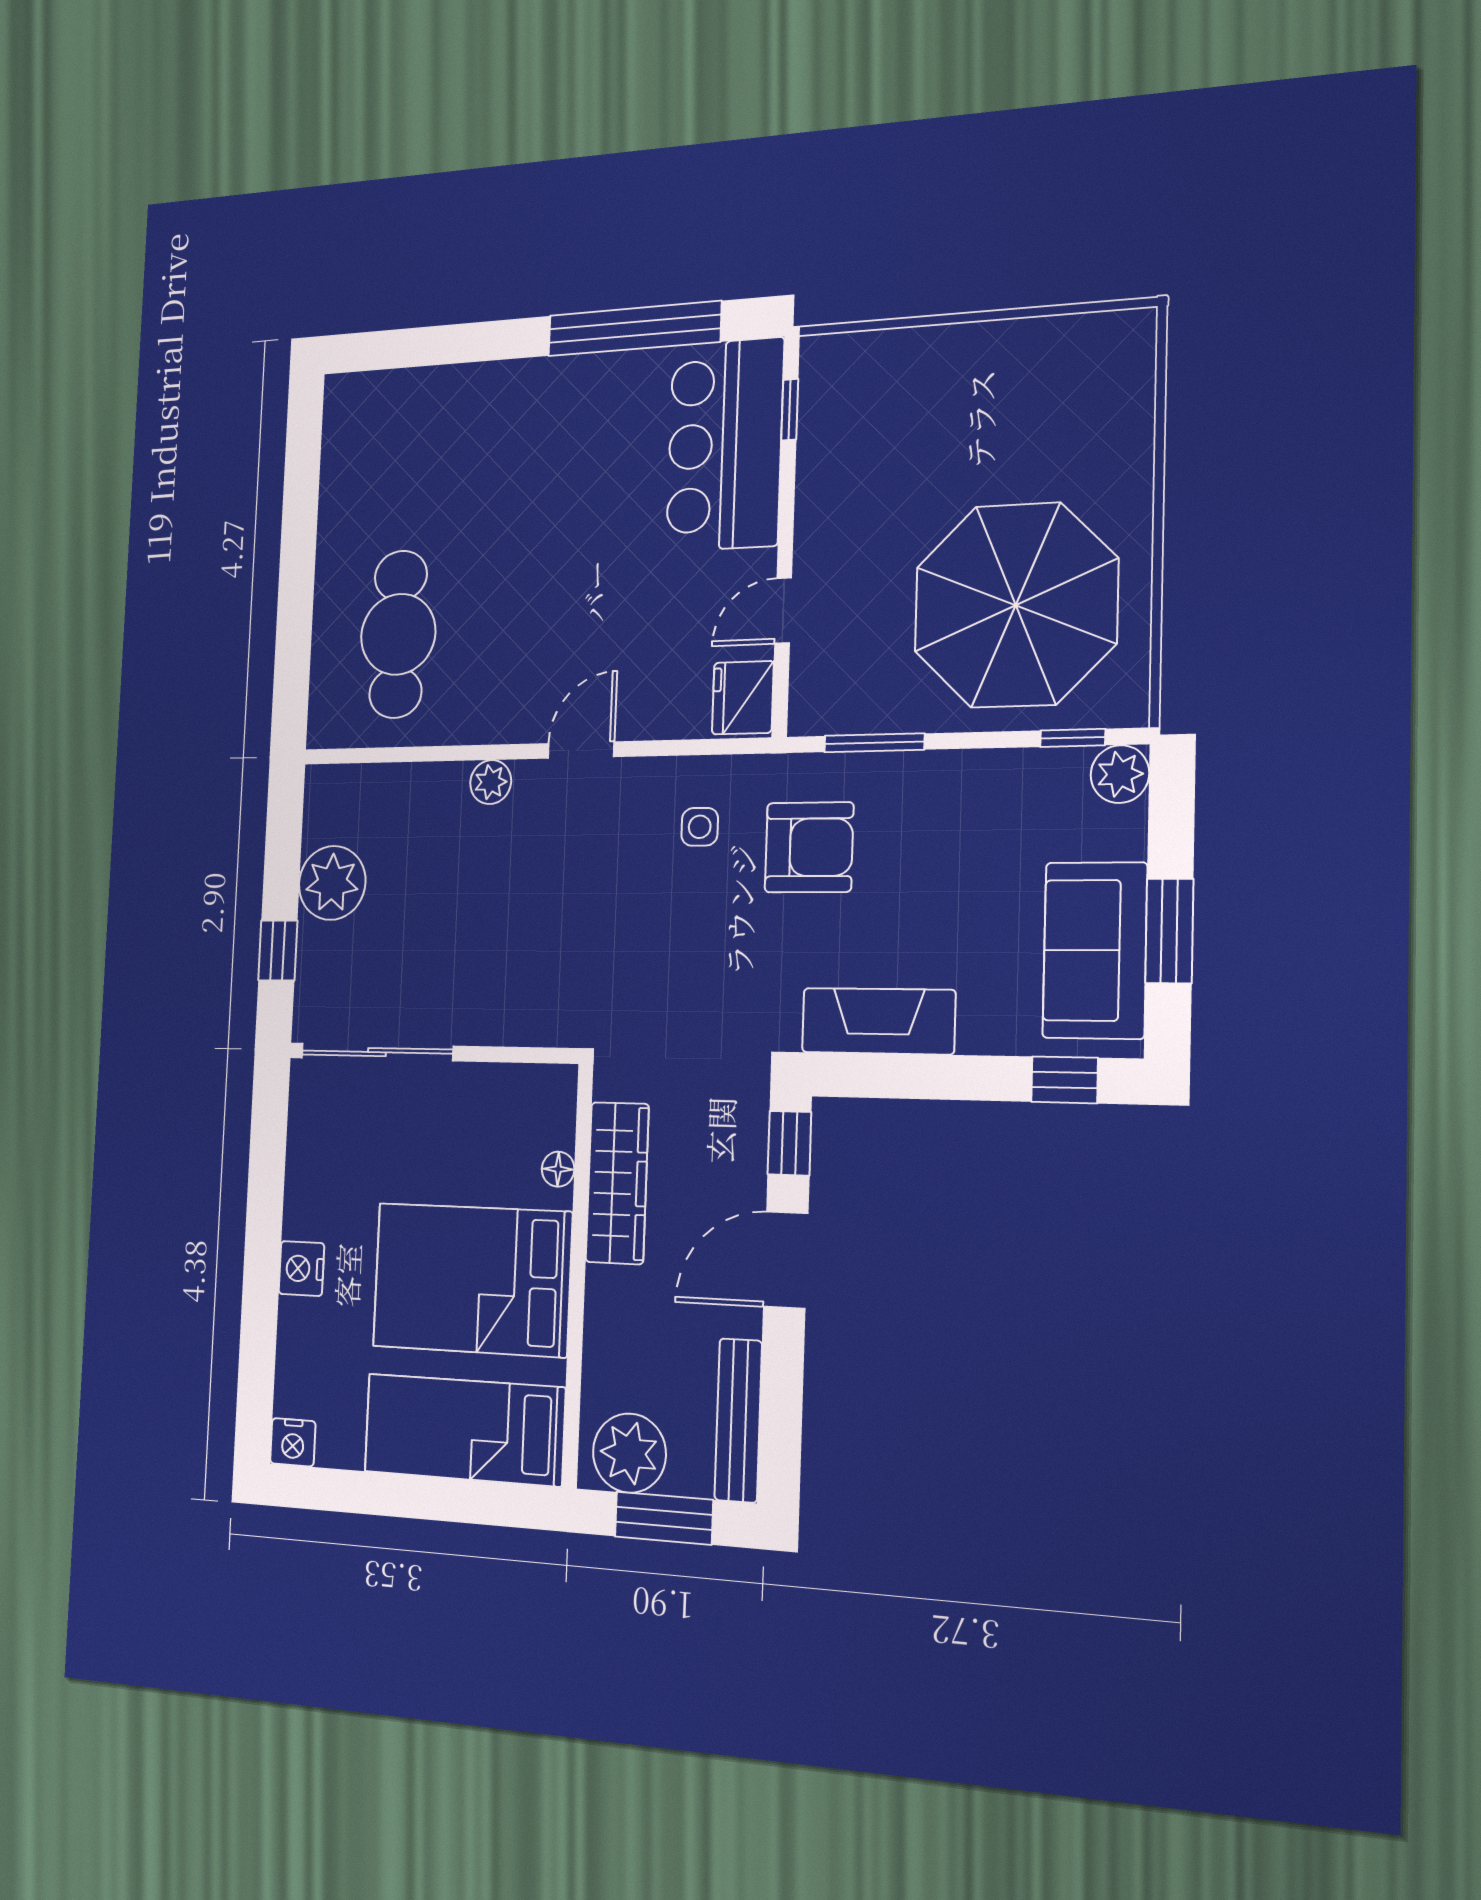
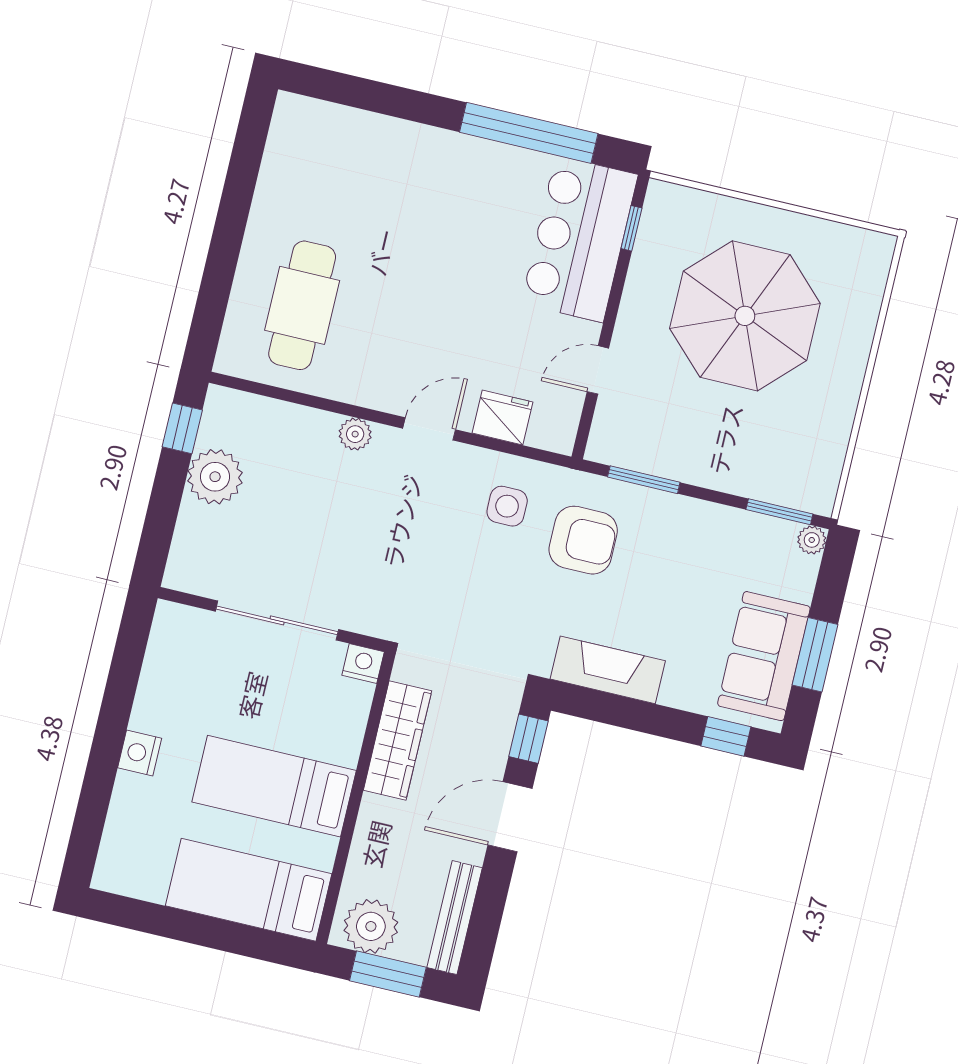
parasol: (1016, 605) -> (745, 316), moved
fridge: (743, 698) -> (503, 418), moved, turned 90
window: (1073, 738) -> (779, 512), width x1.50
plant: (1120, 774) -> (812, 540), width x0.73, depth x0.73
side table: (700, 827) -> (507, 506), width x1.37, depth x1.37
window: (278, 950) -> (182, 428), moved
sliding door: (377, 1052) -> (277, 620), moved
floor lamp: (558, 1169) -> (355, 722), removed
bed: (472, 1279) -> (274, 786), width x0.67
nightstand: (293, 1442) -> (363, 664), moved, turned 180

